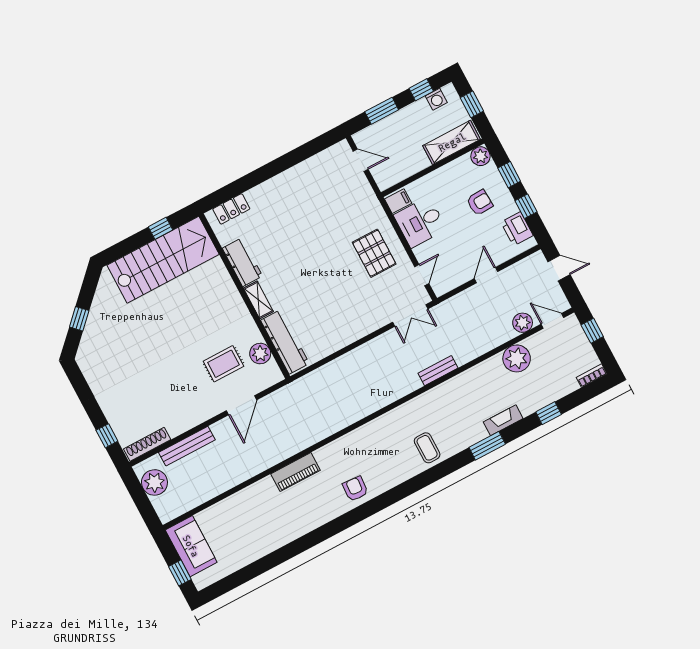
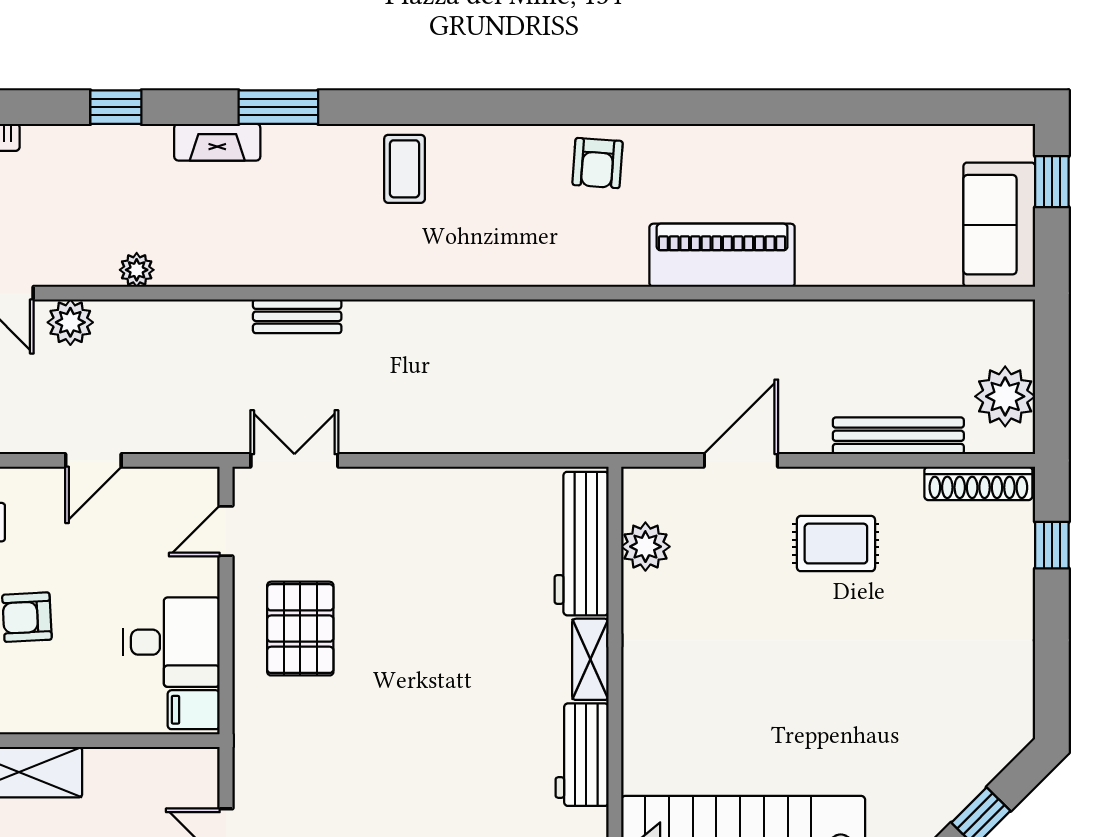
plant: (517, 358) -> (137, 270), width x0.53, depth x0.53
rug: (223, 364) -> (836, 544), moved
piano: (296, 472) -> (722, 255), width x1.37, depth x1.33

